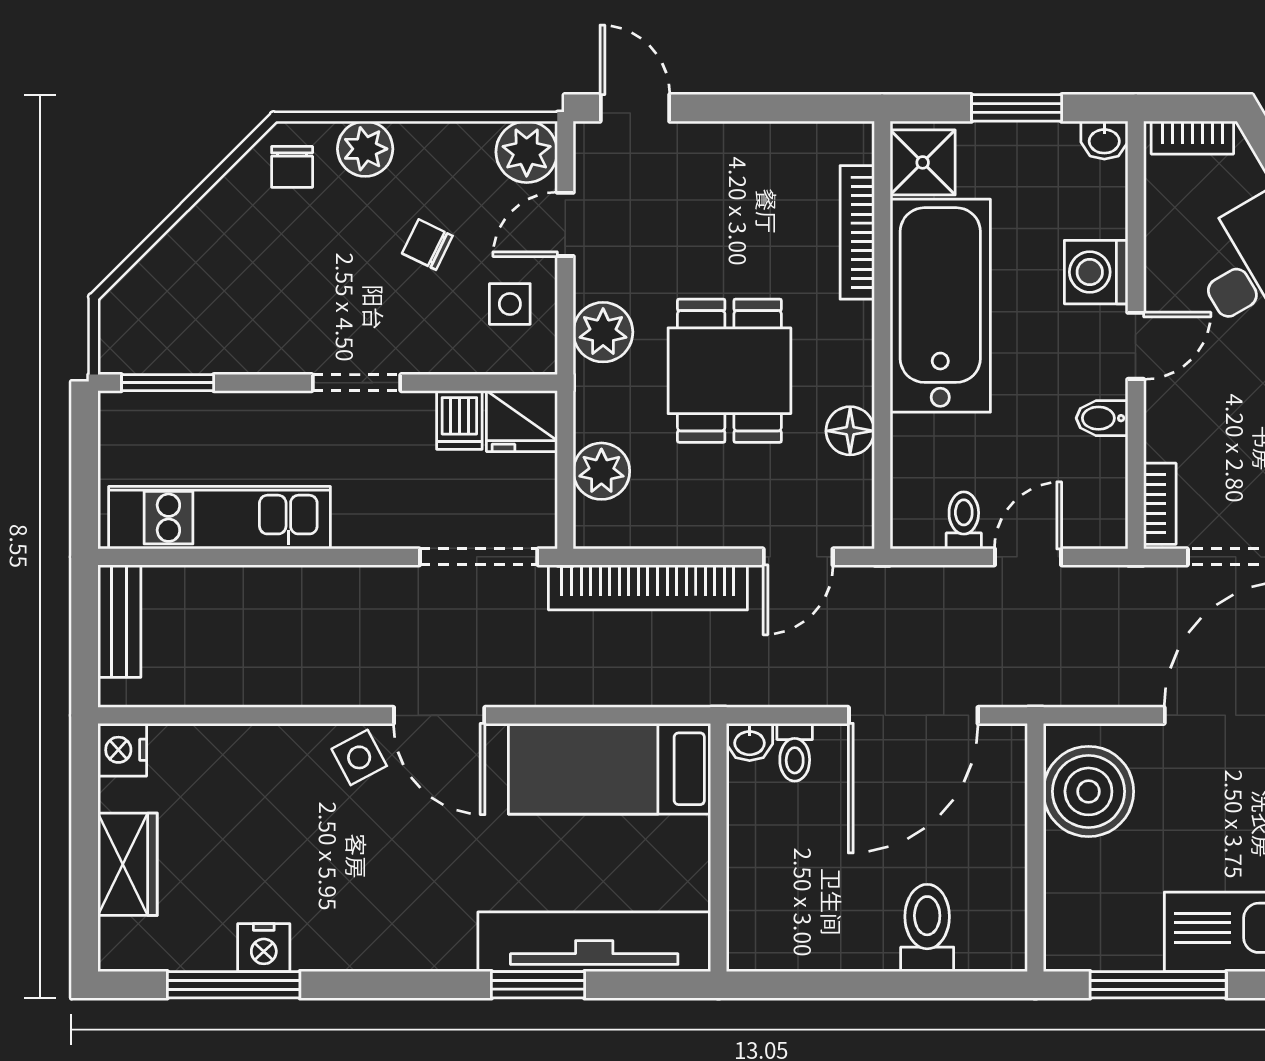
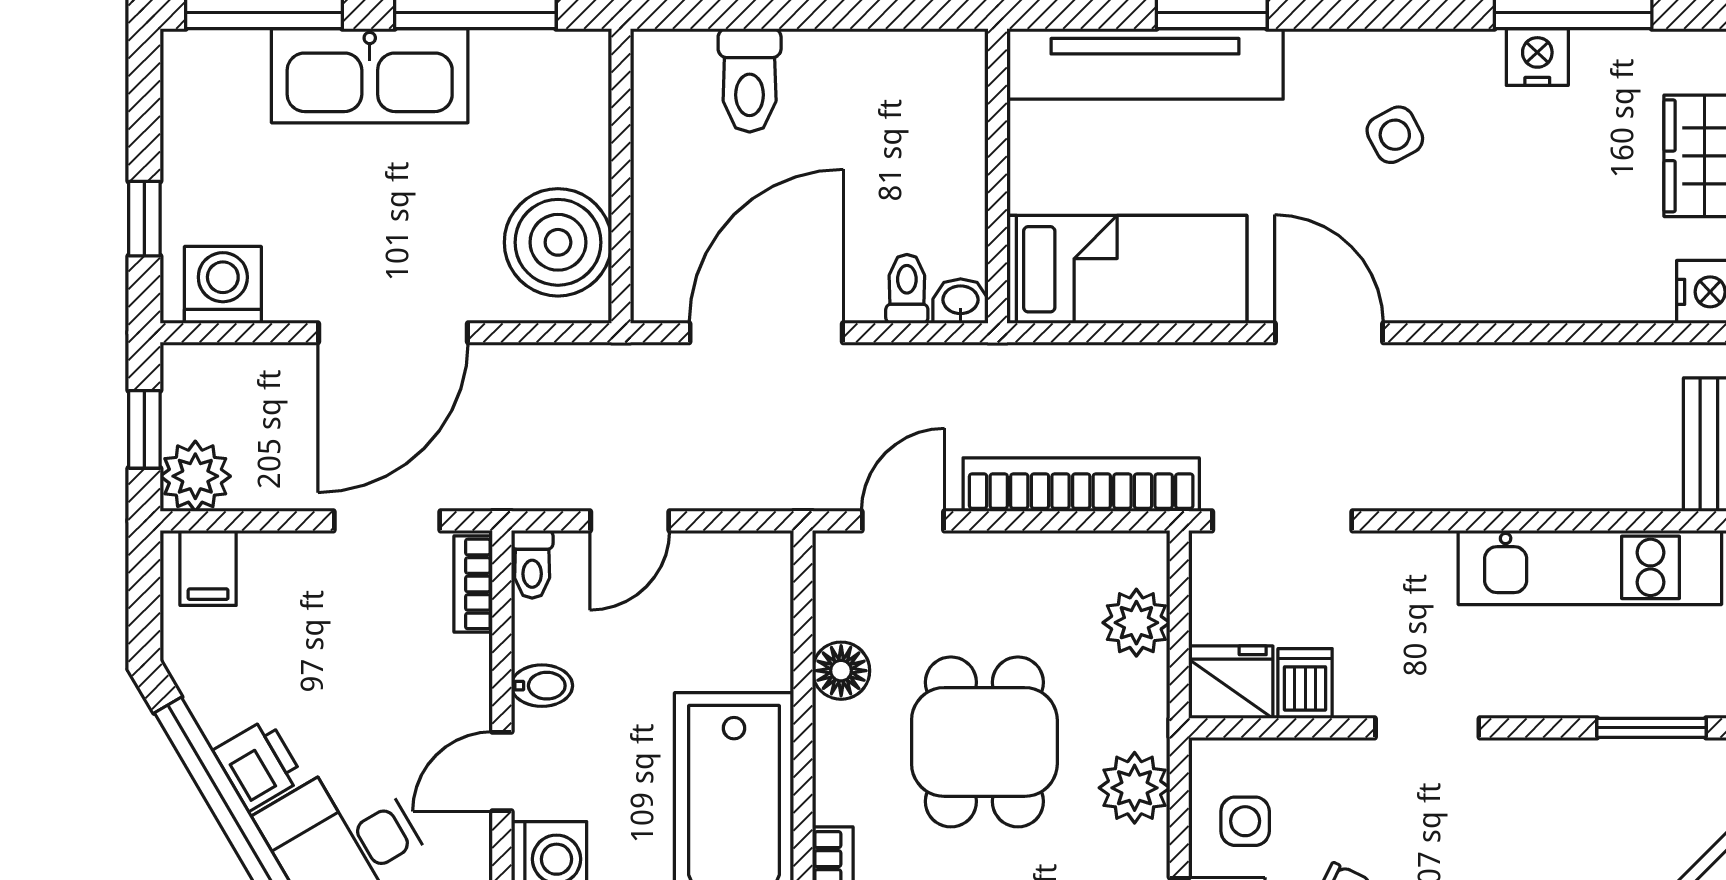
toilet: (964, 520) -> (532, 564), moved
side table: (359, 757) -> (1395, 135), moved

